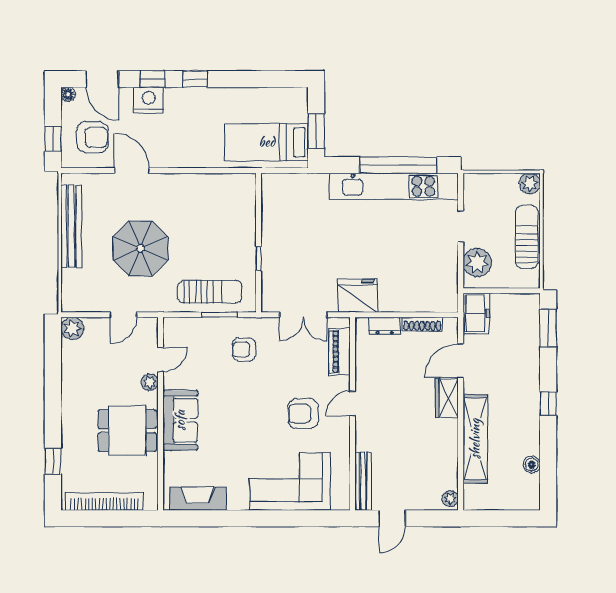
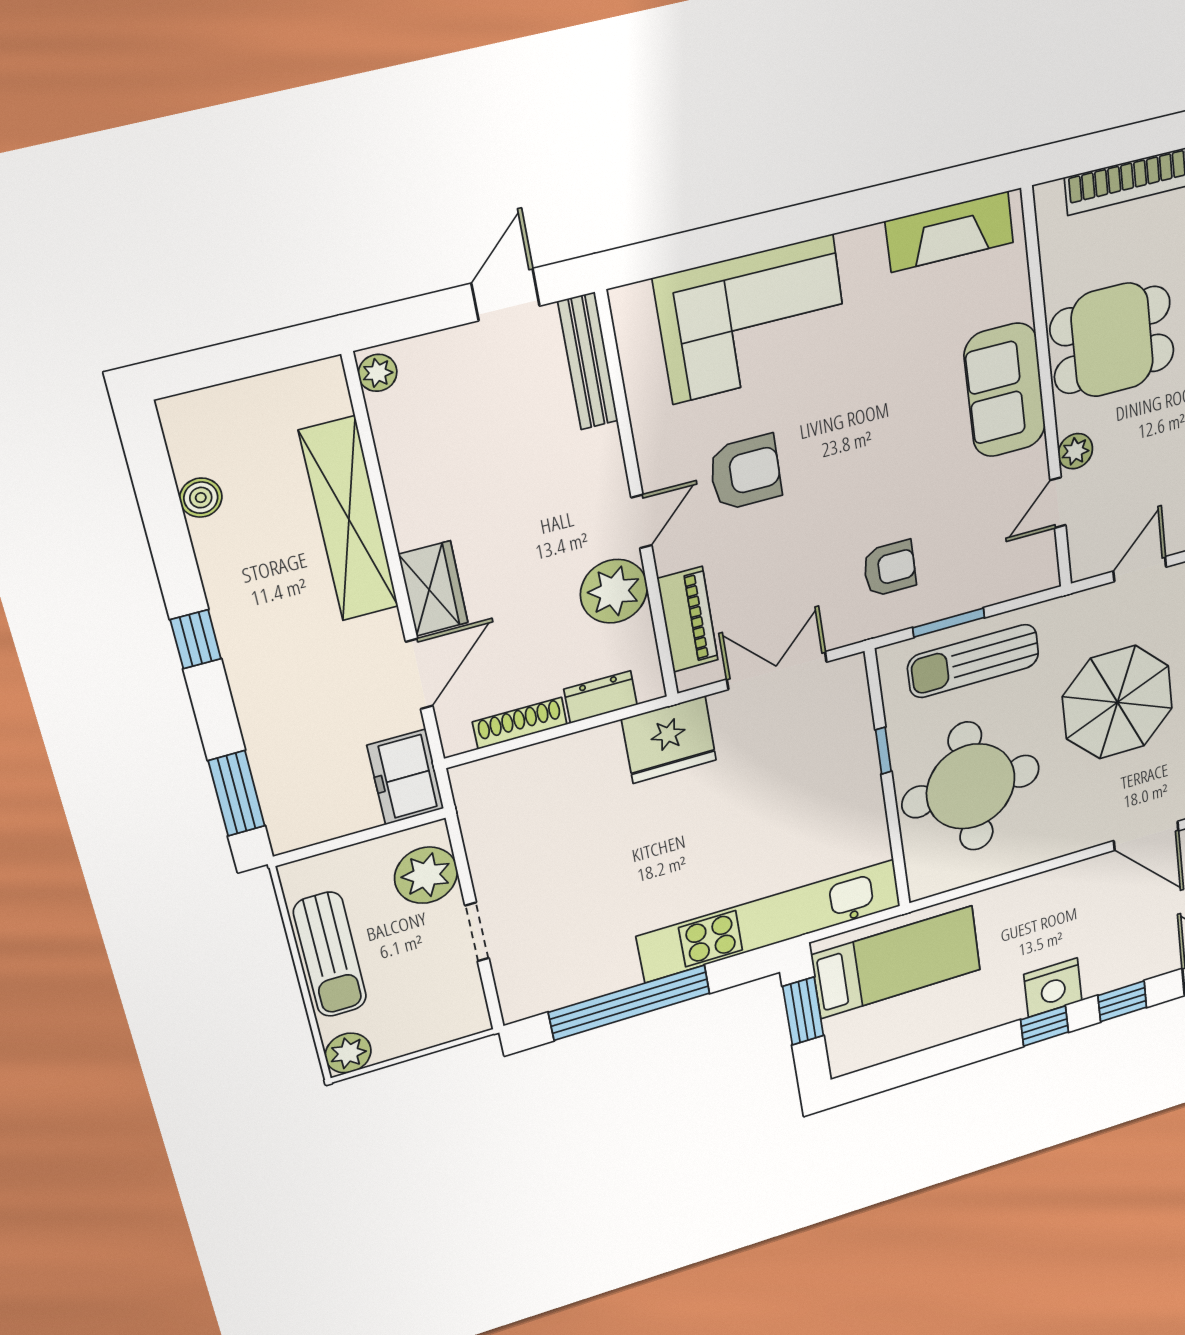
nightstand: (149, 100) -> (1053, 988), moved
kitchen unit: (394, 186) -> (770, 921), moved
round table: (218, 226) -> (971, 786), added
plant: (370, 375) -> (614, 591), added

